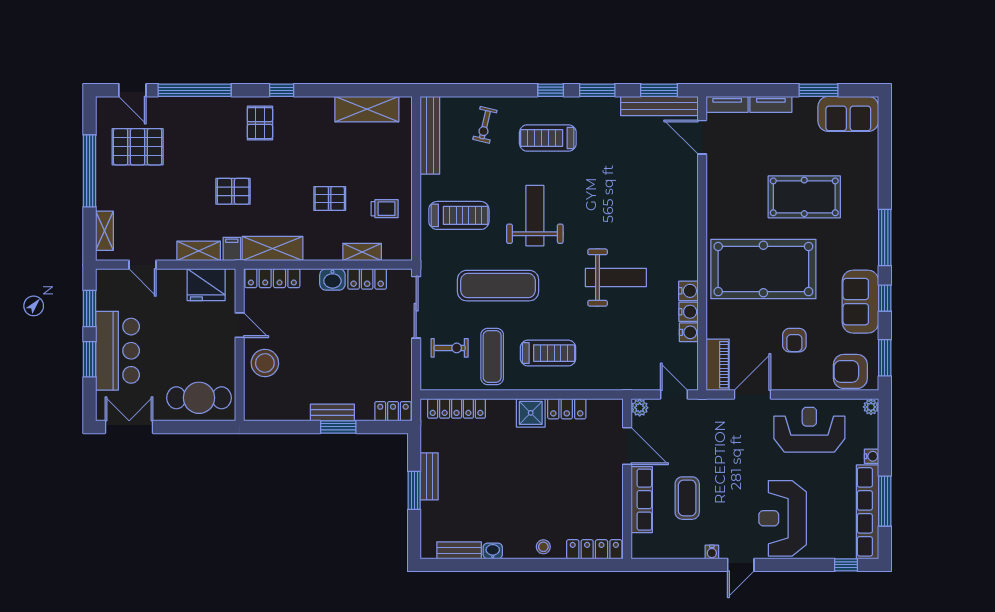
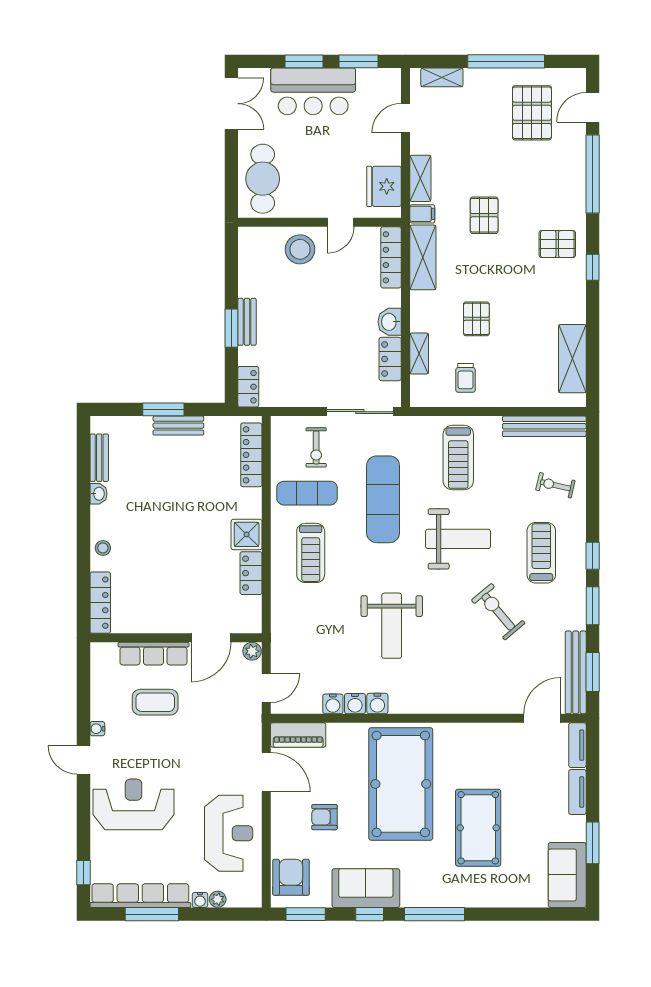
exercise bike: (603, 178) -> (498, 612), added
plant: (871, 407) -> (218, 899), moved

